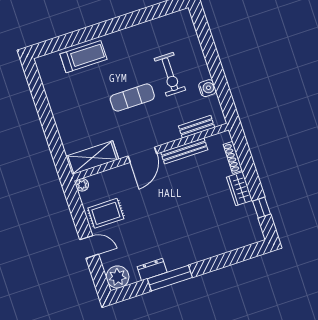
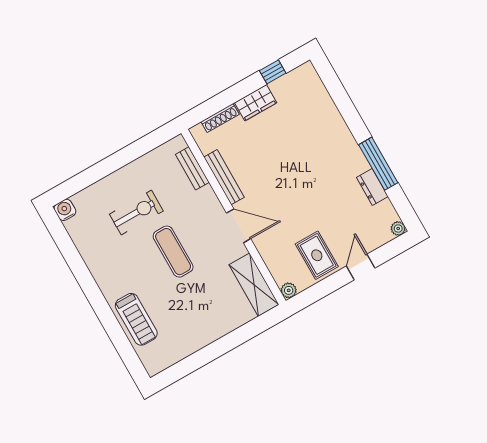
treadmill: (83, 57) -> (136, 319), turned 180
water cooler: (207, 88) -> (65, 210), moved
plant: (118, 277) -> (398, 229), width x0.53, depth x0.53

